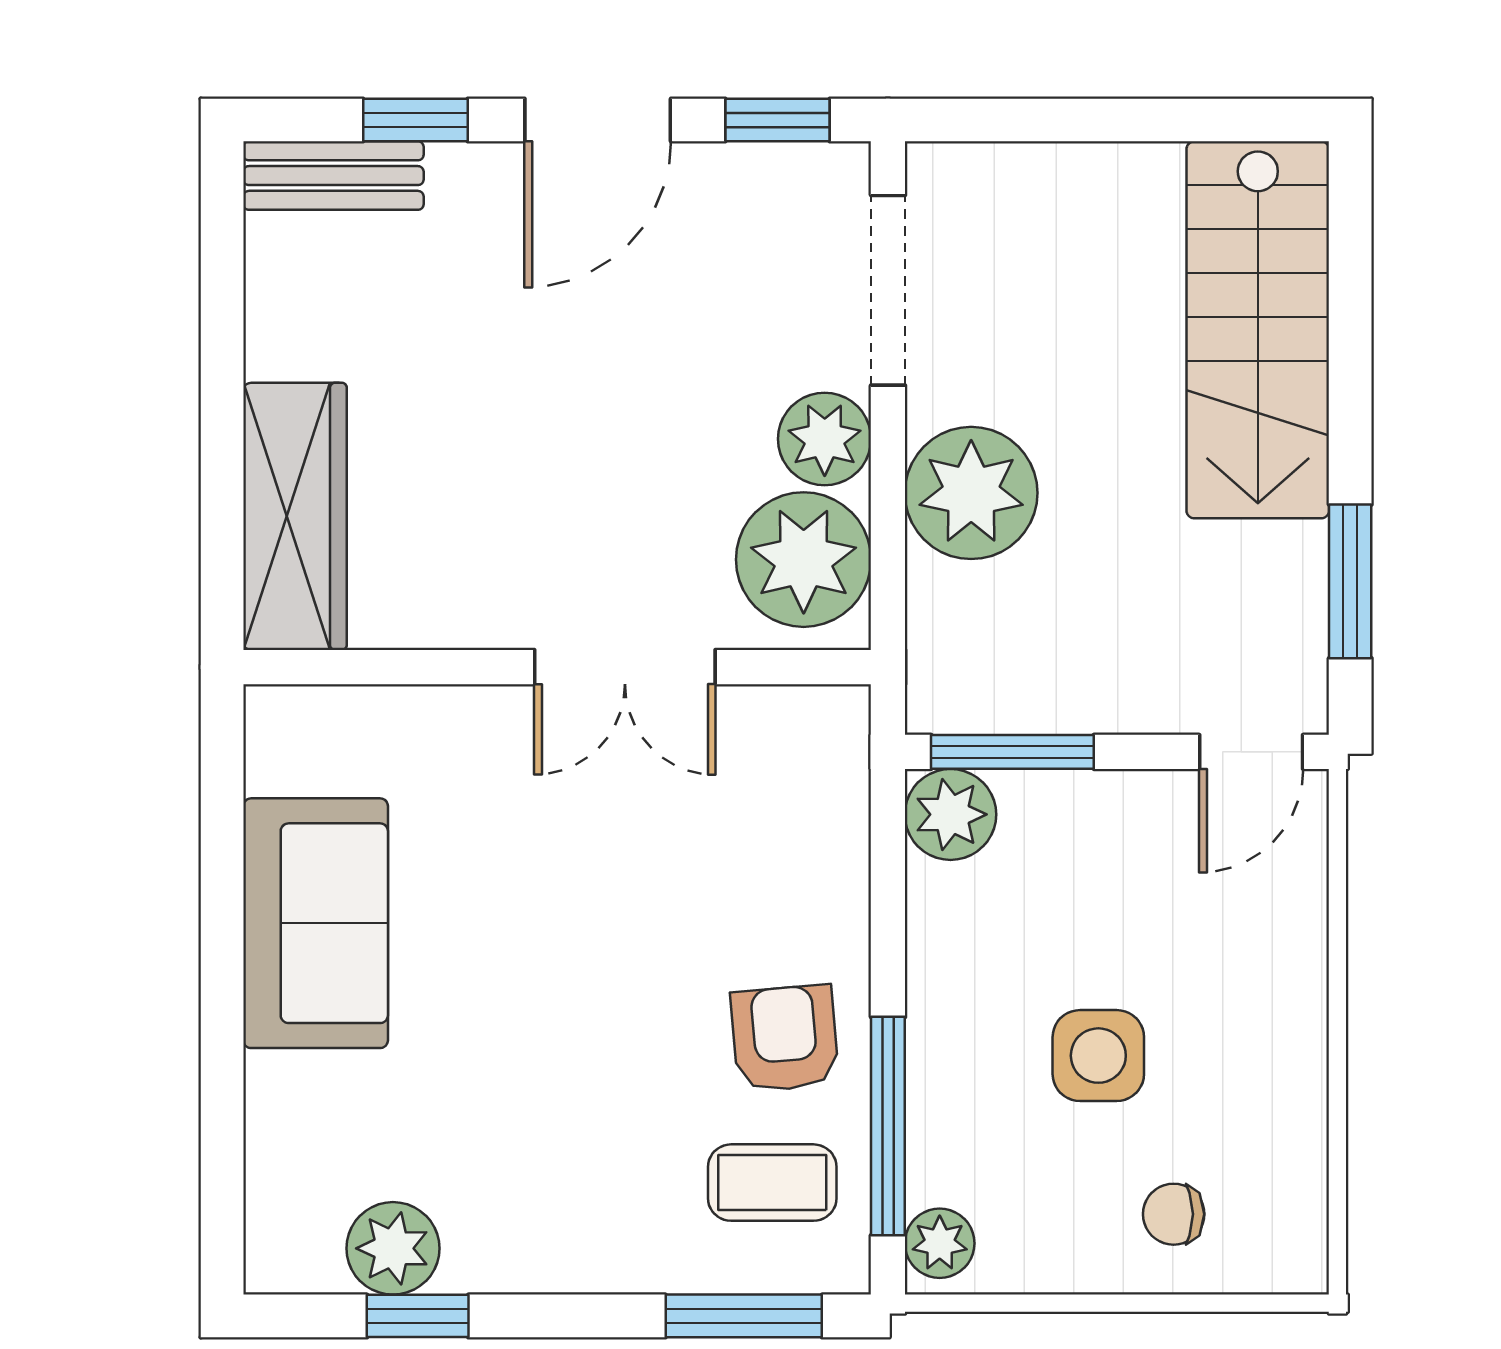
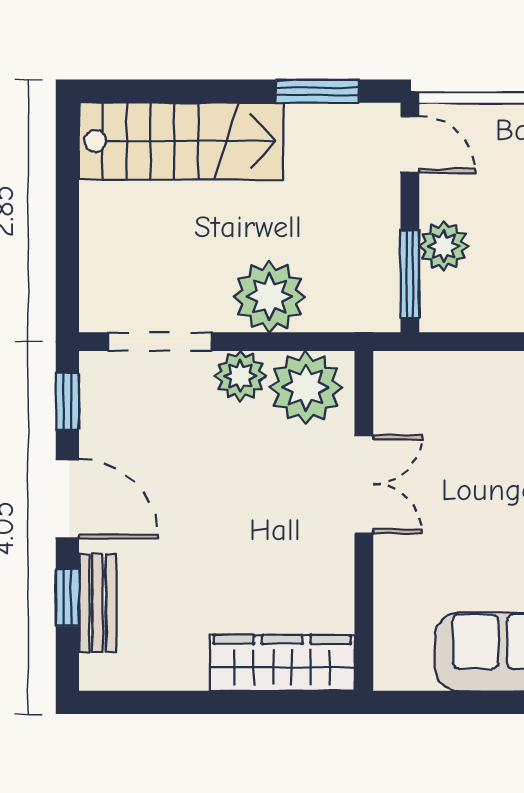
bench: (333, 176) -> (98, 603), moved
plant: (950, 814) -> (444, 246), moved

